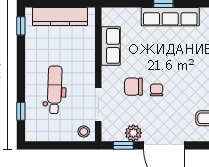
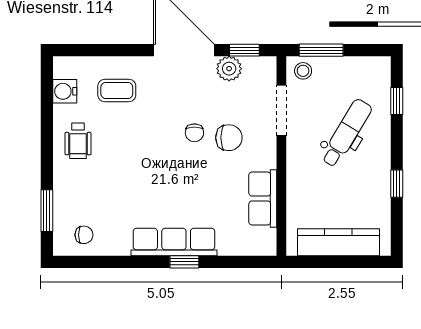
window: (21, 26) -> (397, 184), moved
dental chair: (55, 90) -> (346, 133), turned -151
window: (72, 145) -> (321, 50), added

